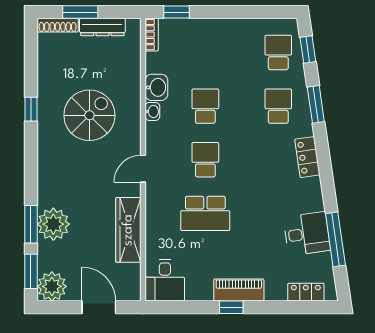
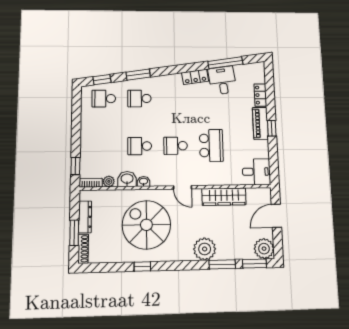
plant: (153, 61) -> (109, 181), added
spiral stairs: (89, 115) -> (146, 225), width x1.37, depth x1.37
locker: (307, 157) -> (195, 77), moved
plant: (53, 224) -> (205, 249), moved
locker: (306, 292) -> (260, 95), moved

